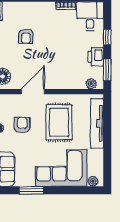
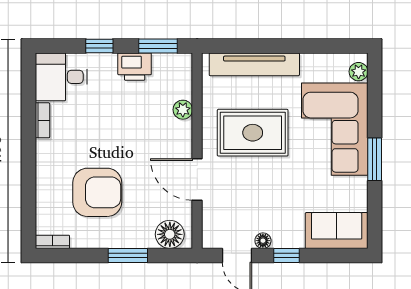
armchair: (26, 36) -> (97, 192), width x1.88, depth x1.88
plant: (91, 84) -> (183, 110), moved
armchair: (22, 125) -> (257, 199), removed
window: (31, 190) -> (375, 159), moved

